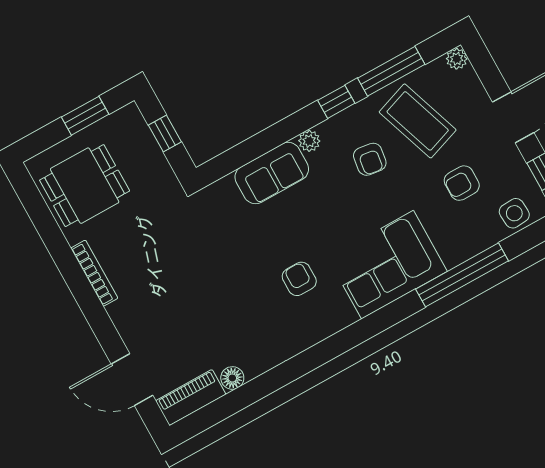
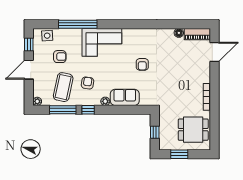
coffee table: (418, 121) -> (63, 87), turned 31
armchair: (299, 279) -> (142, 64), moved
door: (132, 380) -> (215, 52), hinge flipped

